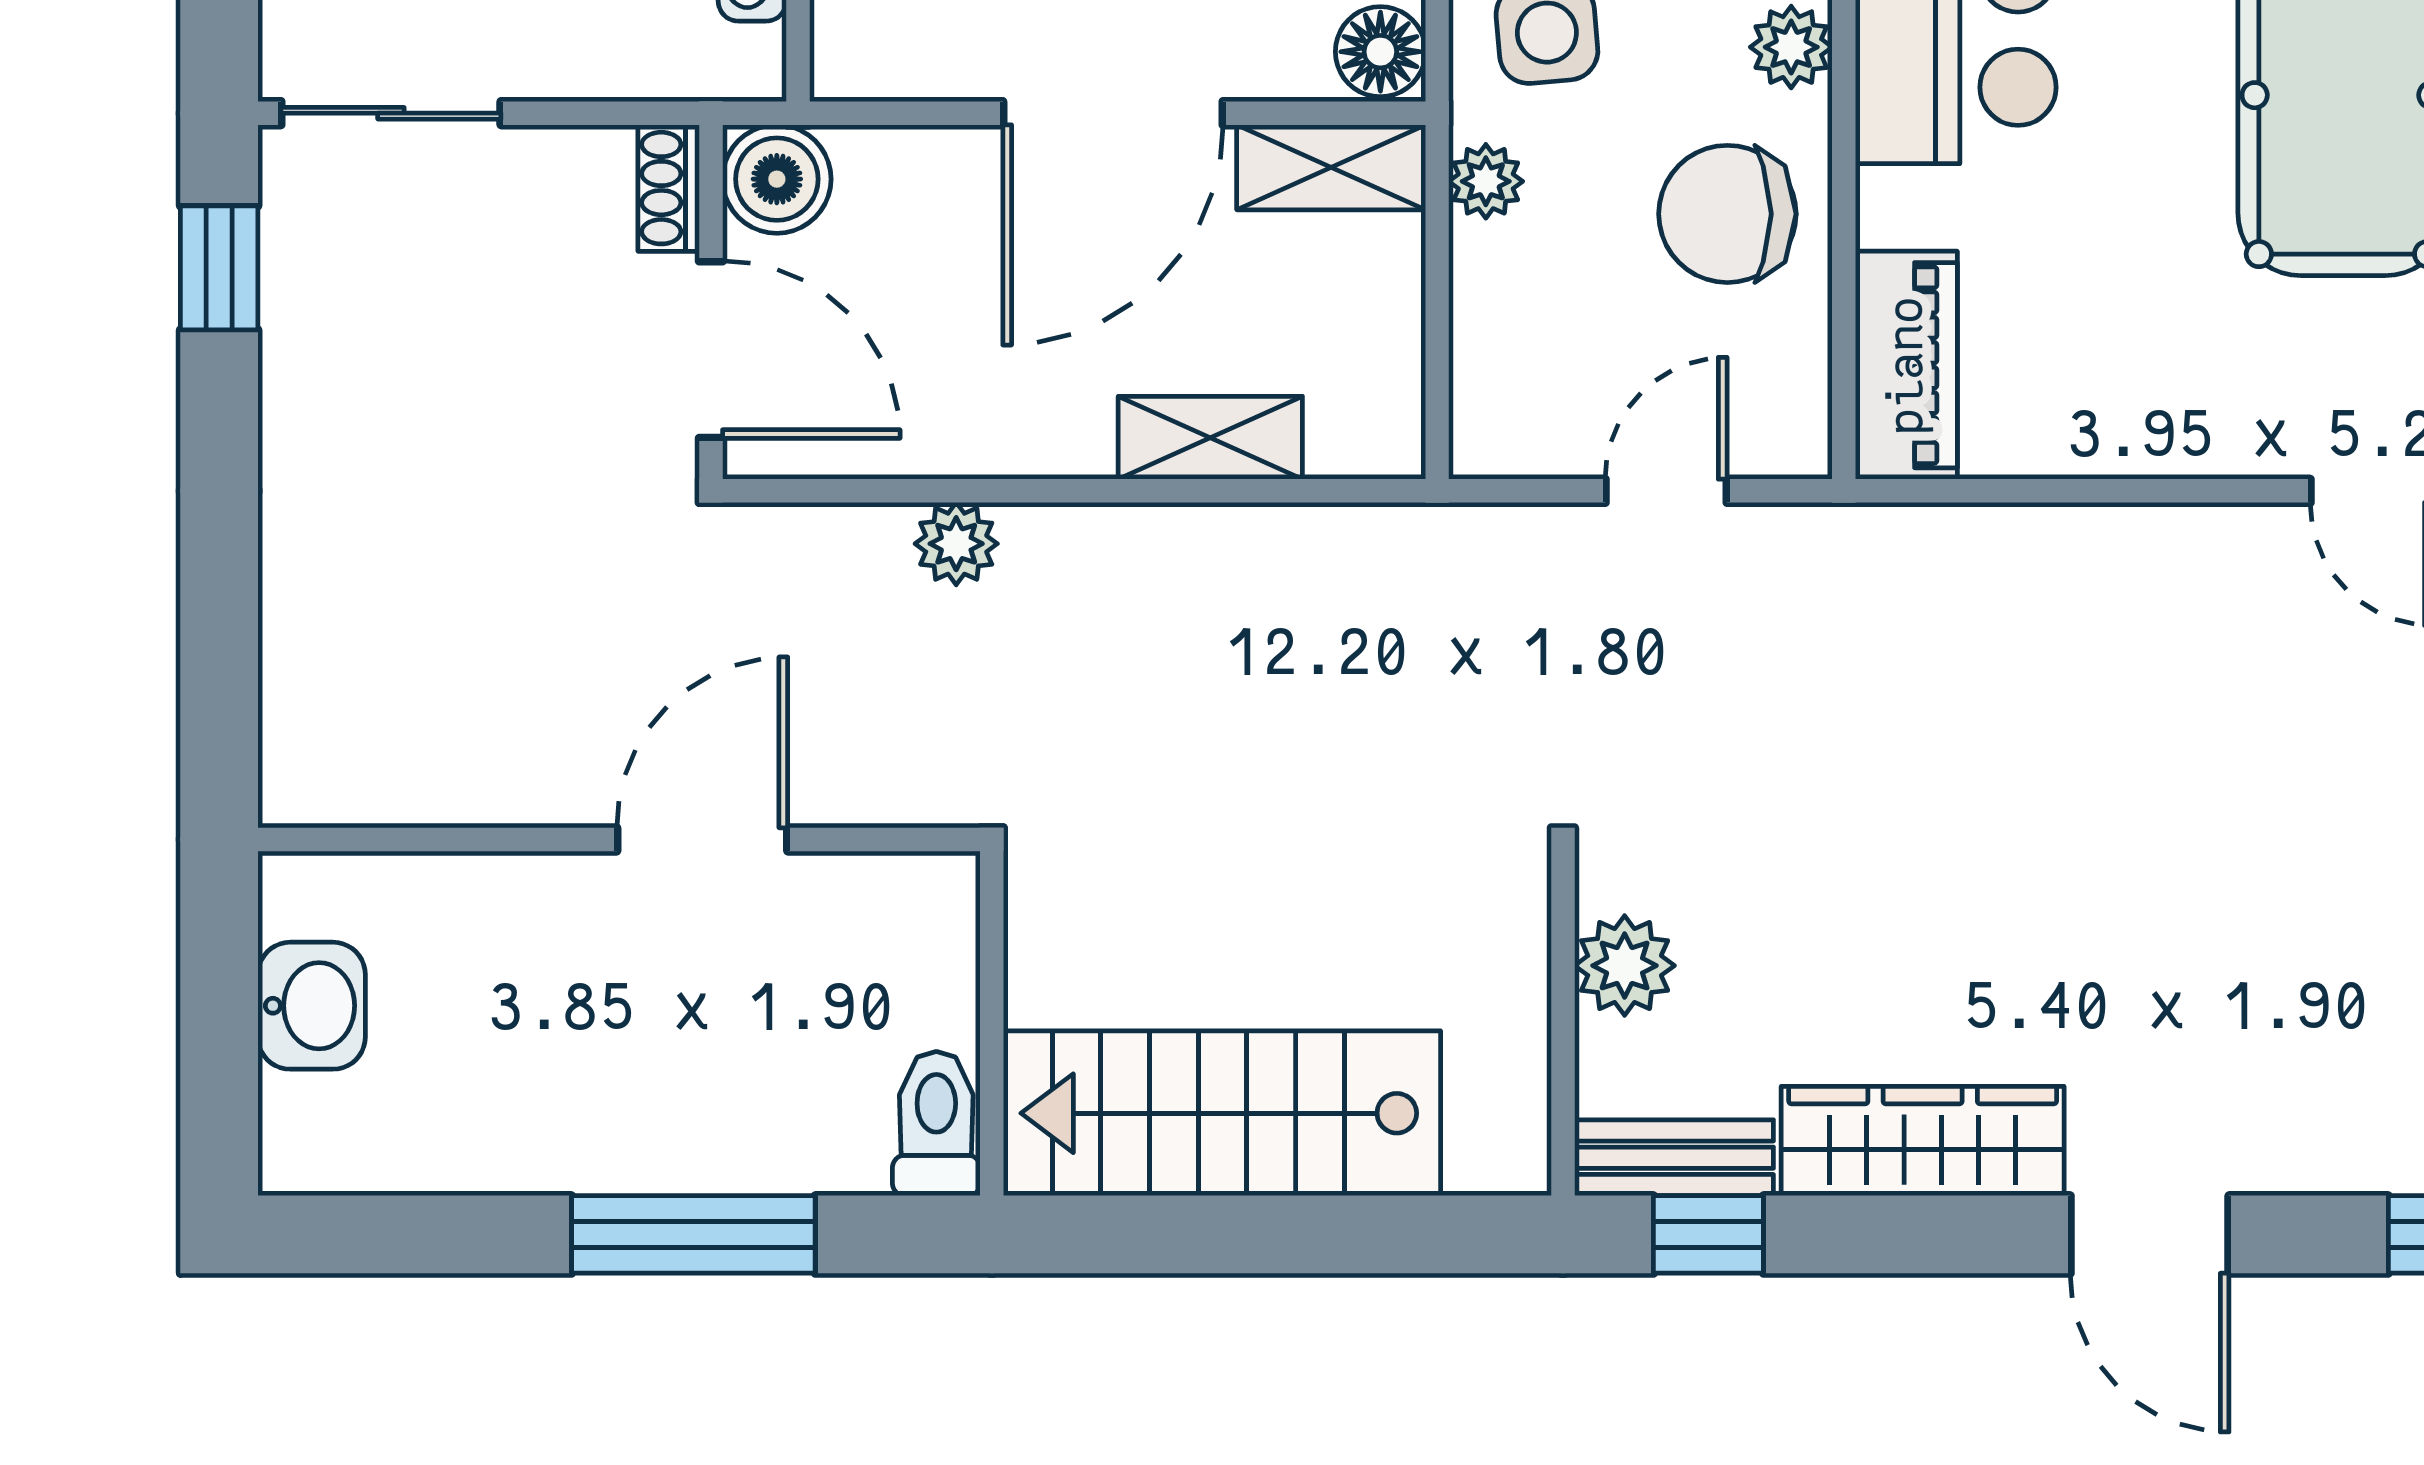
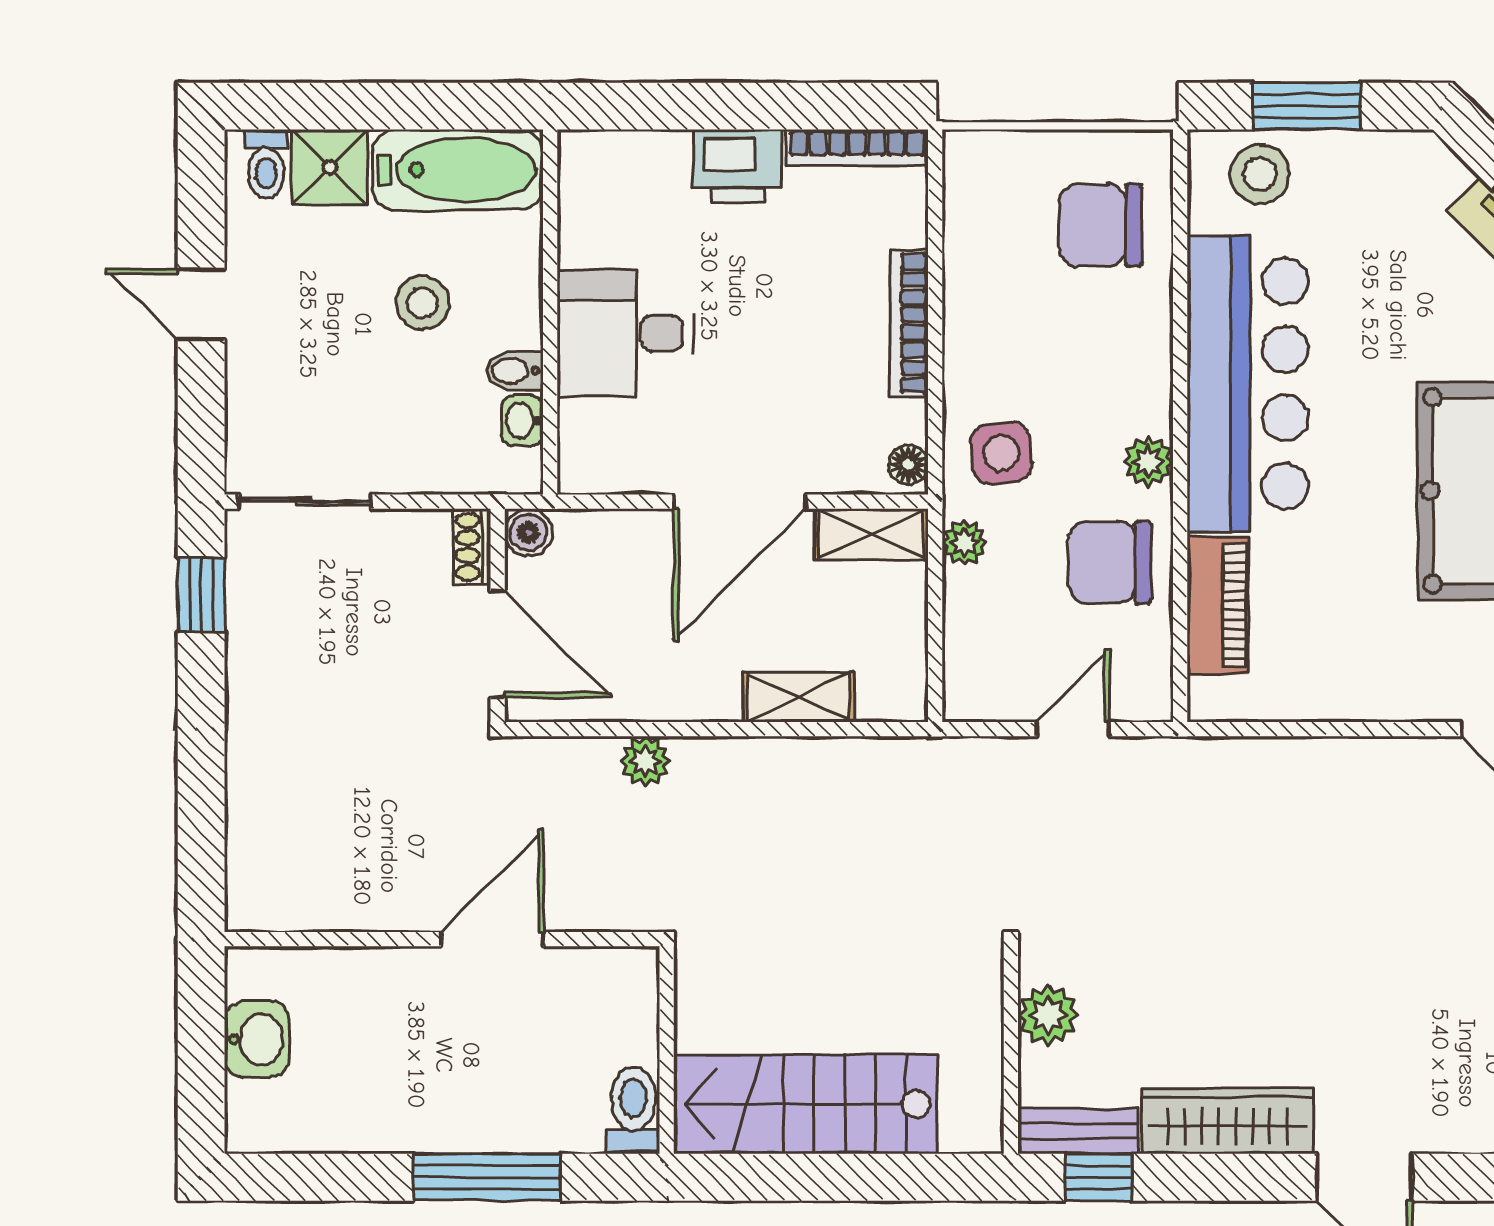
floor lamp: (1380, 52) -> (908, 465), width x0.73, depth x0.73
boiler: (777, 179) -> (528, 533), width x0.73, depth x0.73
piano: (1906, 365) -> (1218, 605), moved

